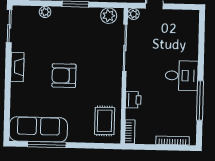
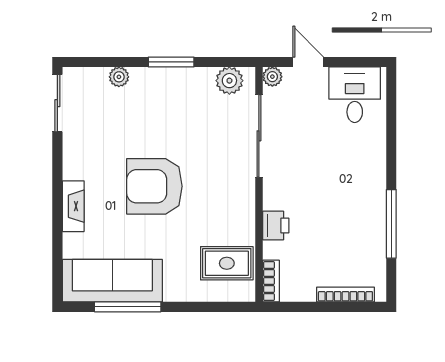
fireplace: (17, 67) -> (73, 206), moved
armchair: (64, 76) -> (154, 186), width x1.36, depth x1.36
desk: (182, 76) -> (355, 95), moved, turned -90
rug: (105, 121) -> (227, 263), turned 90

